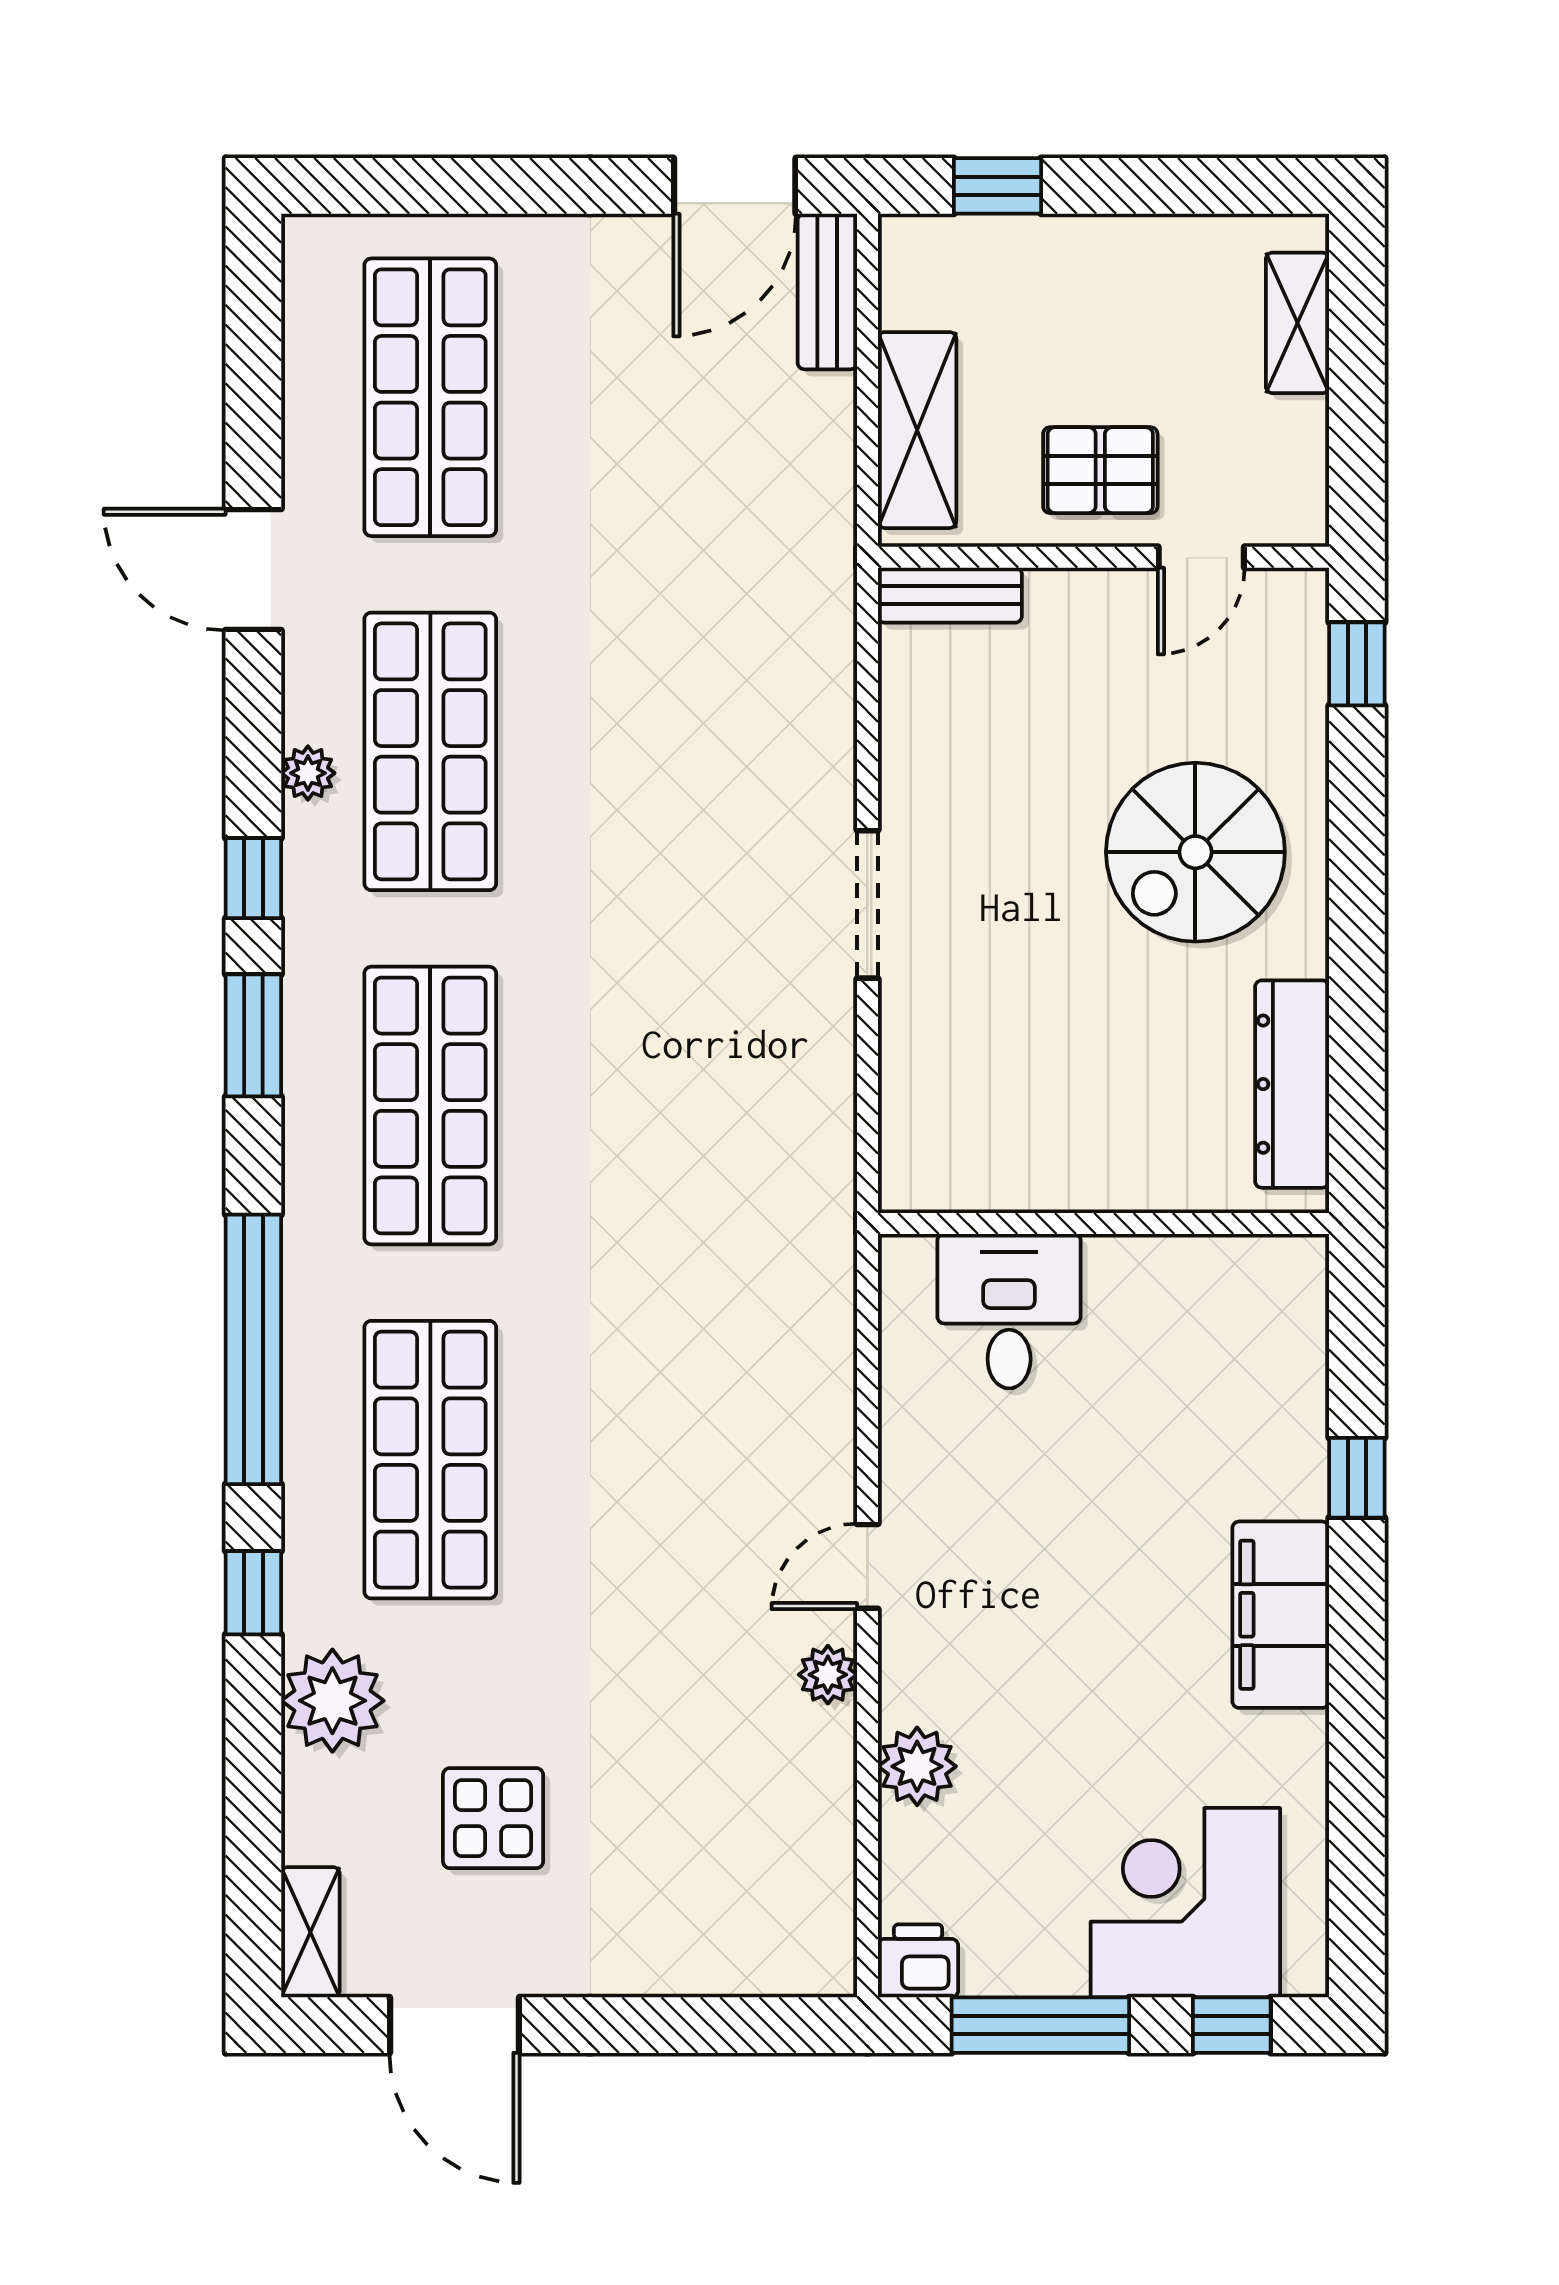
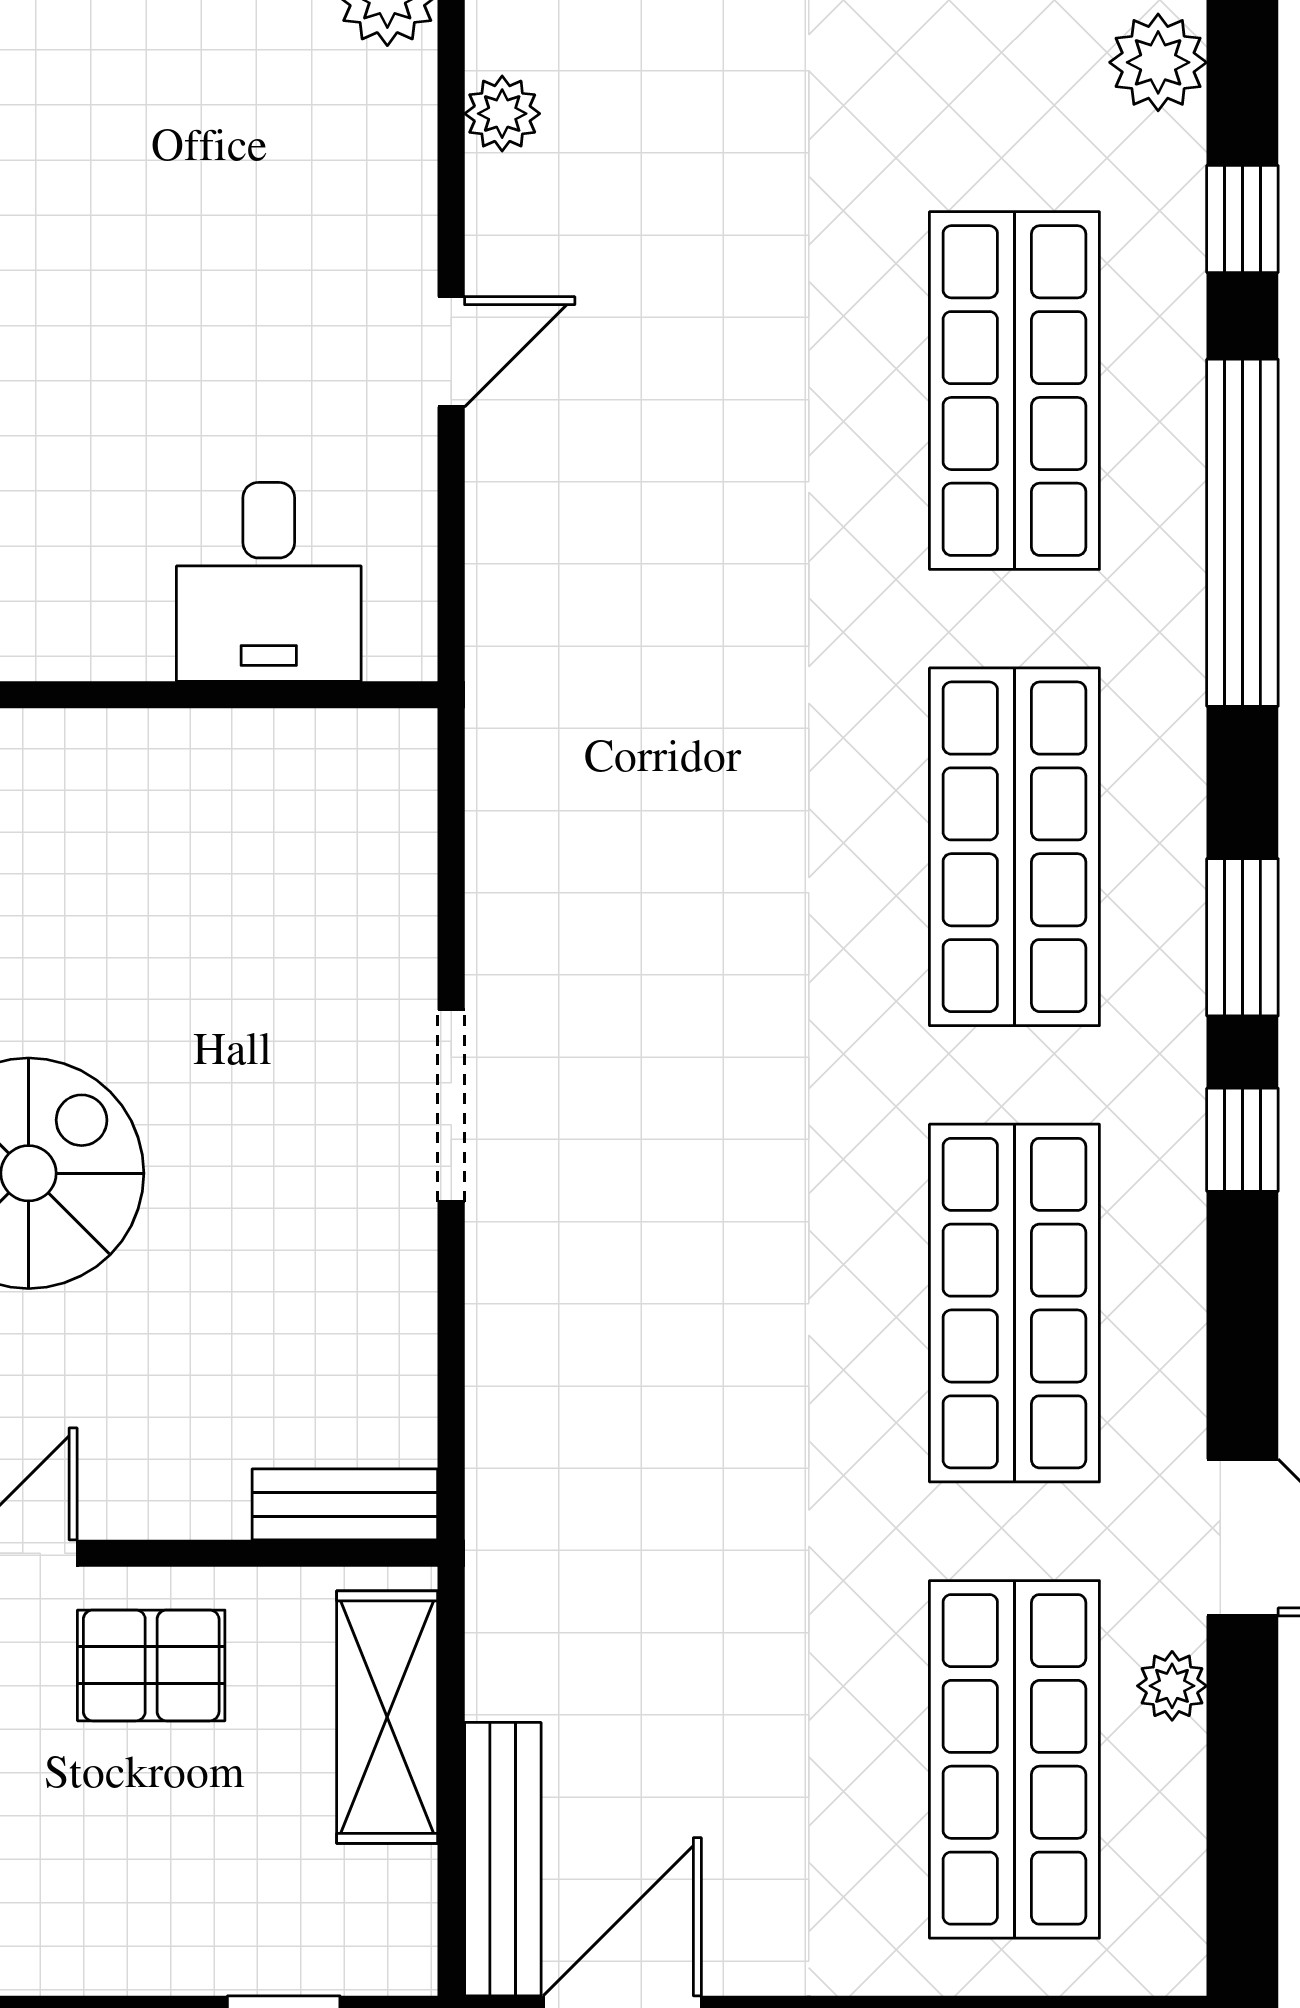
bench: (827, 292) -> (503, 1859), width x1.36
plant: (308, 773) -> (1172, 1686), moved
door: (867, 1566) -> (451, 352), moved
plant: (332, 1701) -> (1158, 62), width x0.73, depth x0.73

